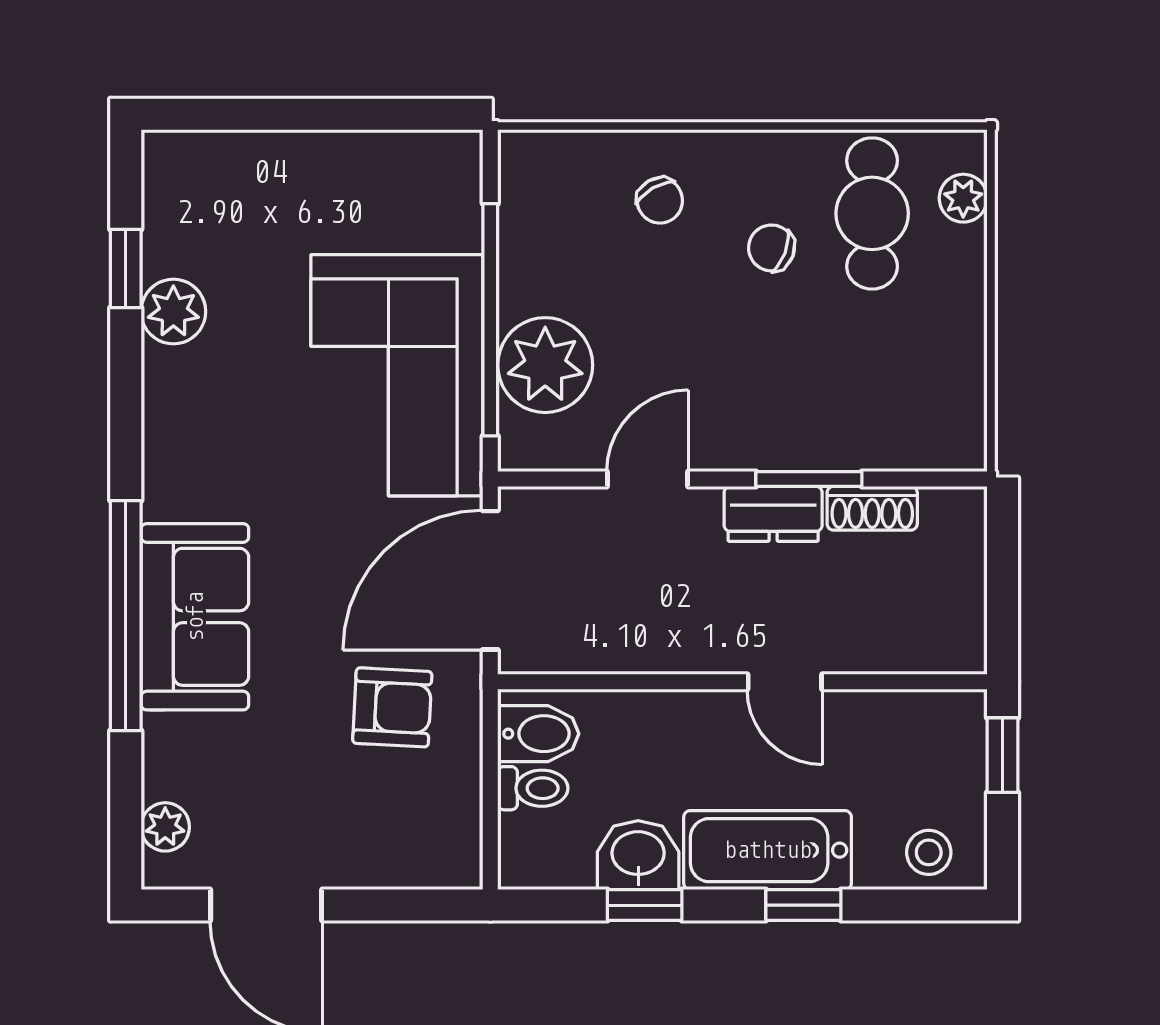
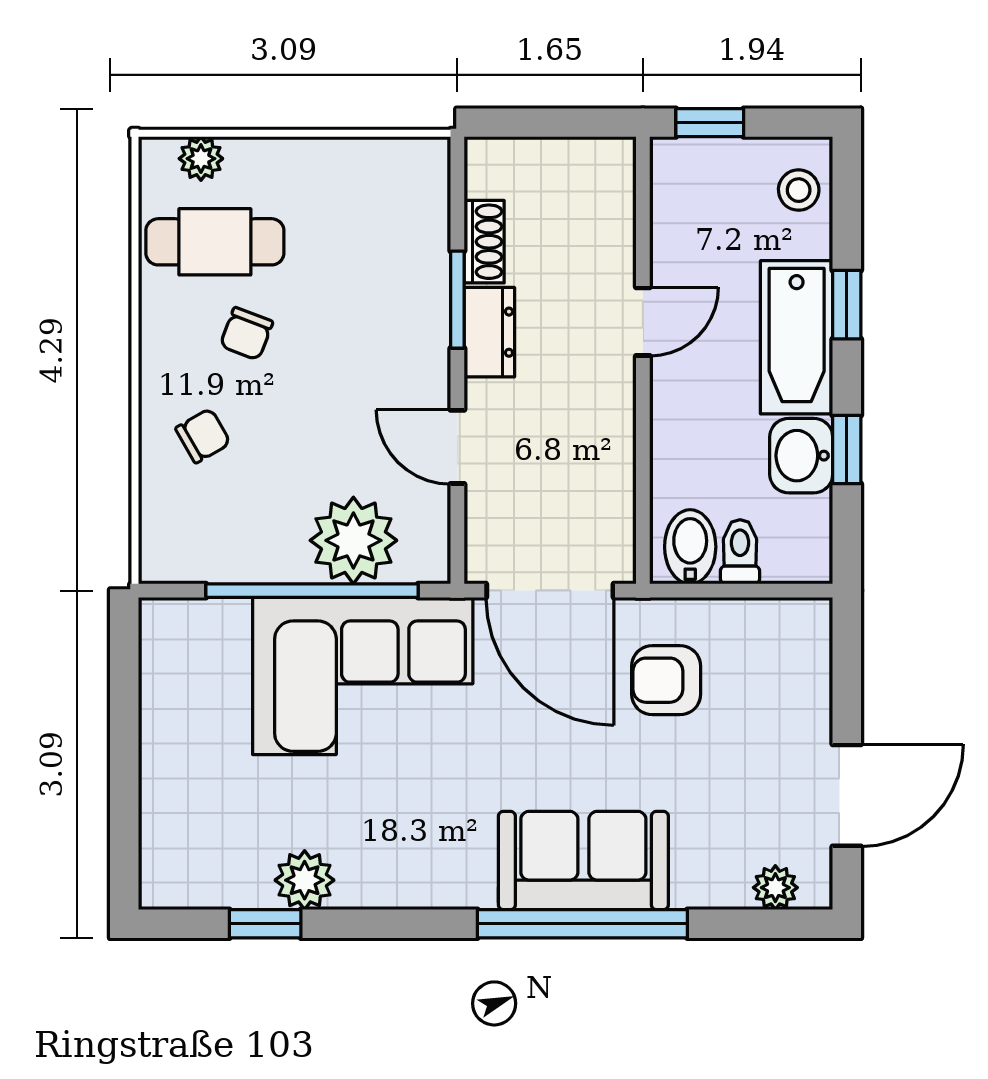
armchair: (392, 707) -> (666, 680), turned -93

